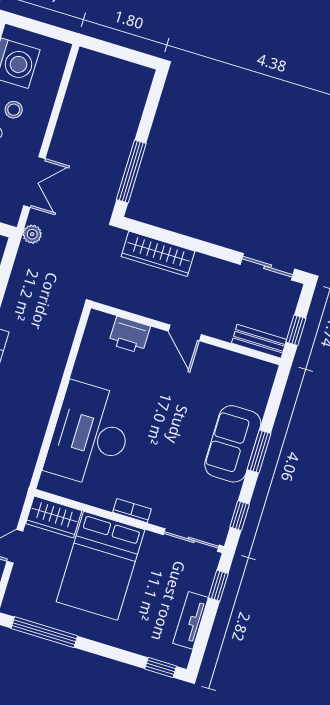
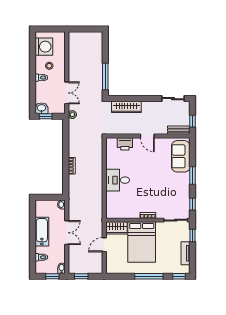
desk: (90, 435) -> (118, 180), width x0.53, depth x0.77
sofa: (233, 444) -> (181, 156), moved
window: (44, 632) -> (149, 276), moved

